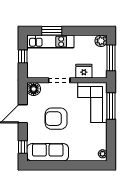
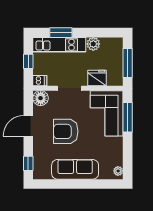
plant: (101, 41) -> (93, 44), moved
dishwasher: (33, 73) -> (40, 81), added
sofa: (48, 152) -> (75, 169), moved

